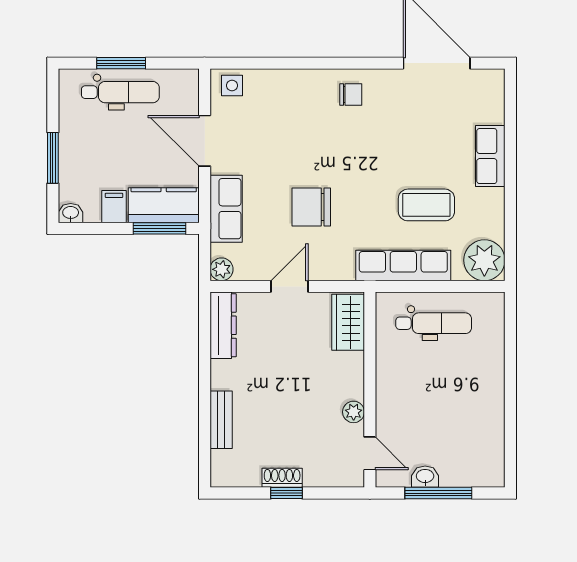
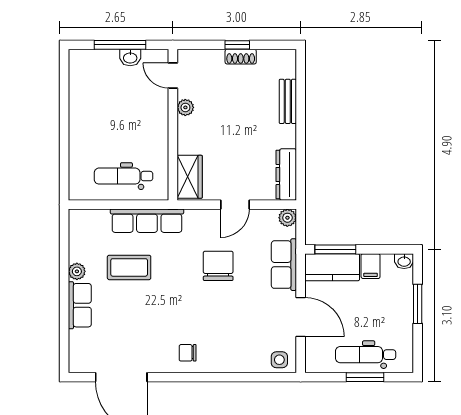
chair: (311, 207) -> (218, 266), turned -90
plant: (484, 260) -> (77, 271), moved, width x0.53, depth x0.53

